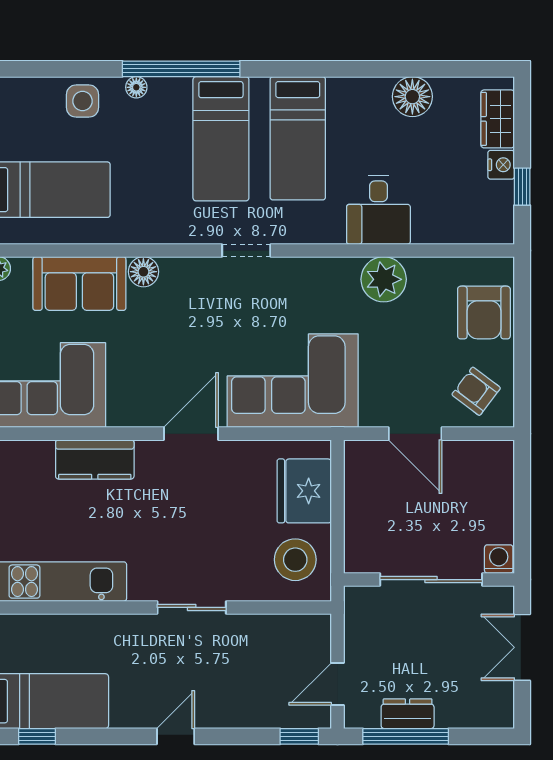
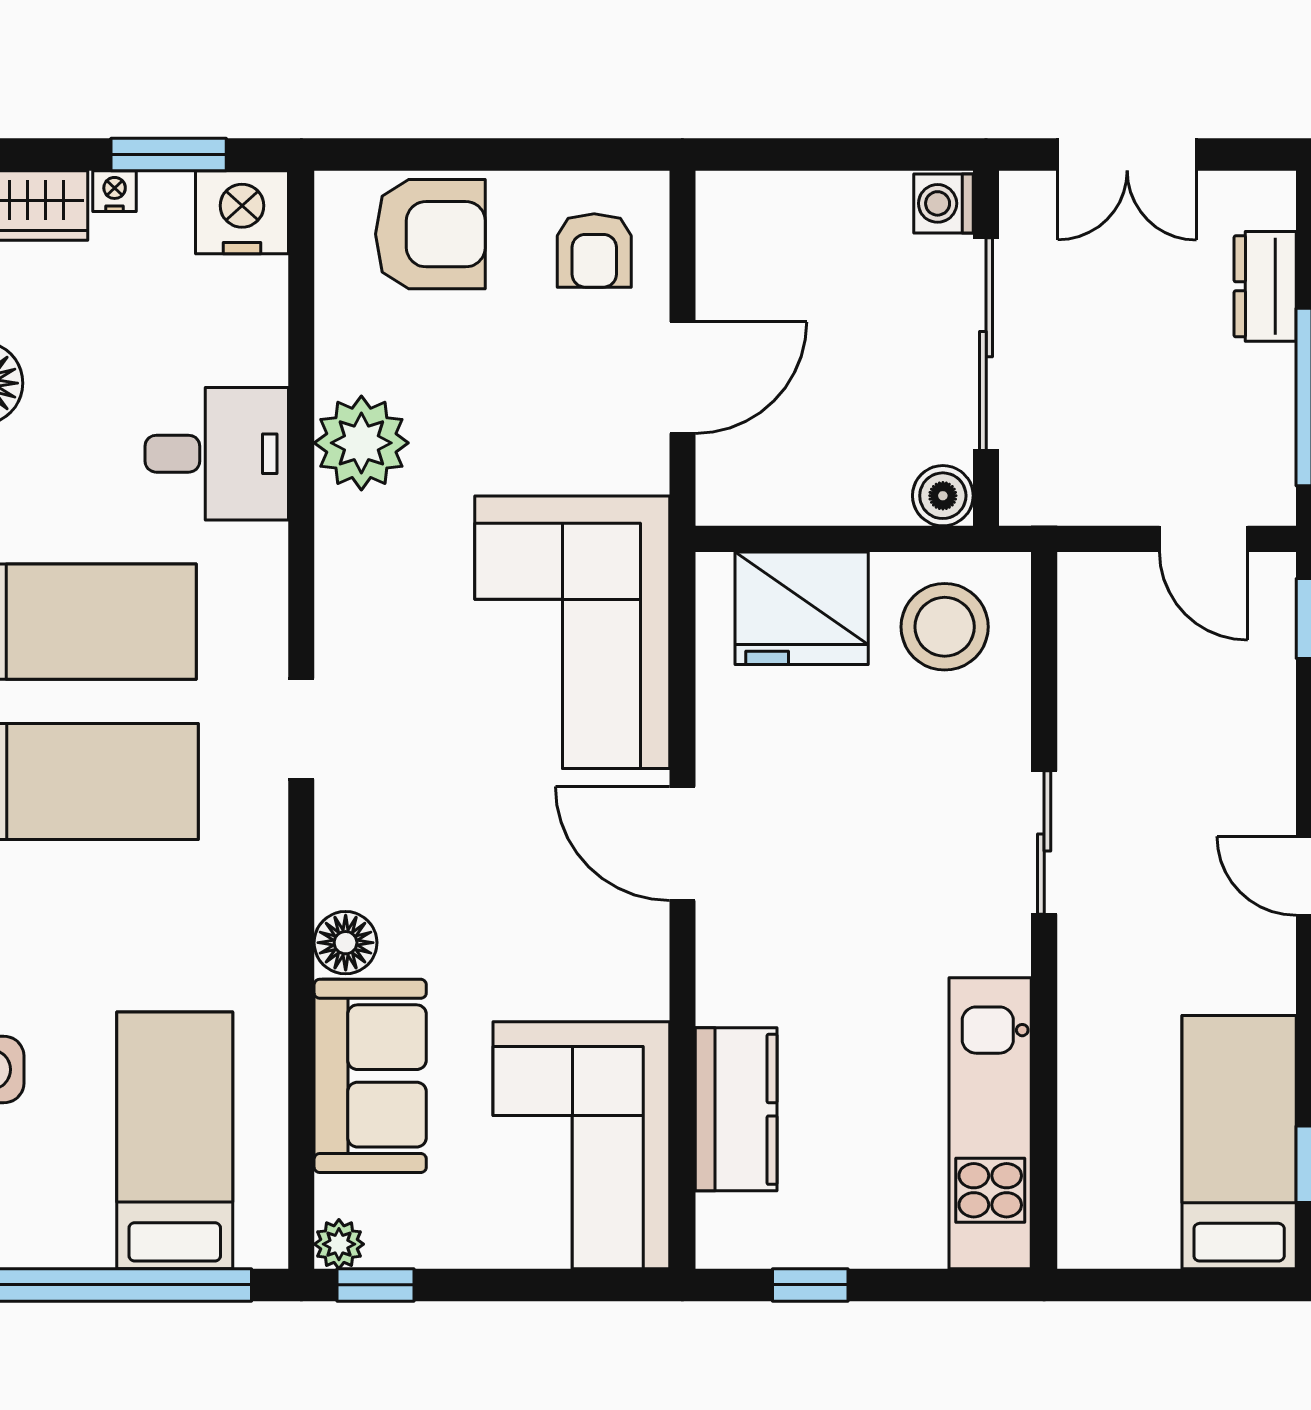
nightstand: (501, 165) -> (115, 191), width x0.72, depth x0.74
window: (522, 187) -> (169, 155), width x1.50
nightstand: (494, 222) -> (242, 212), added
armchair: (476, 391) -> (594, 250), turned -37
kitchen counter: (95, 459) -> (736, 1109), moved
boiler: (358, 559) -> (943, 496), added
dresser: (408, 714) -> (1265, 286), moved

